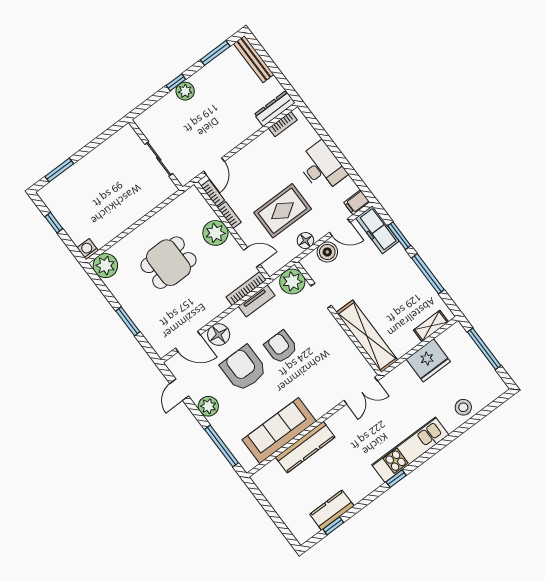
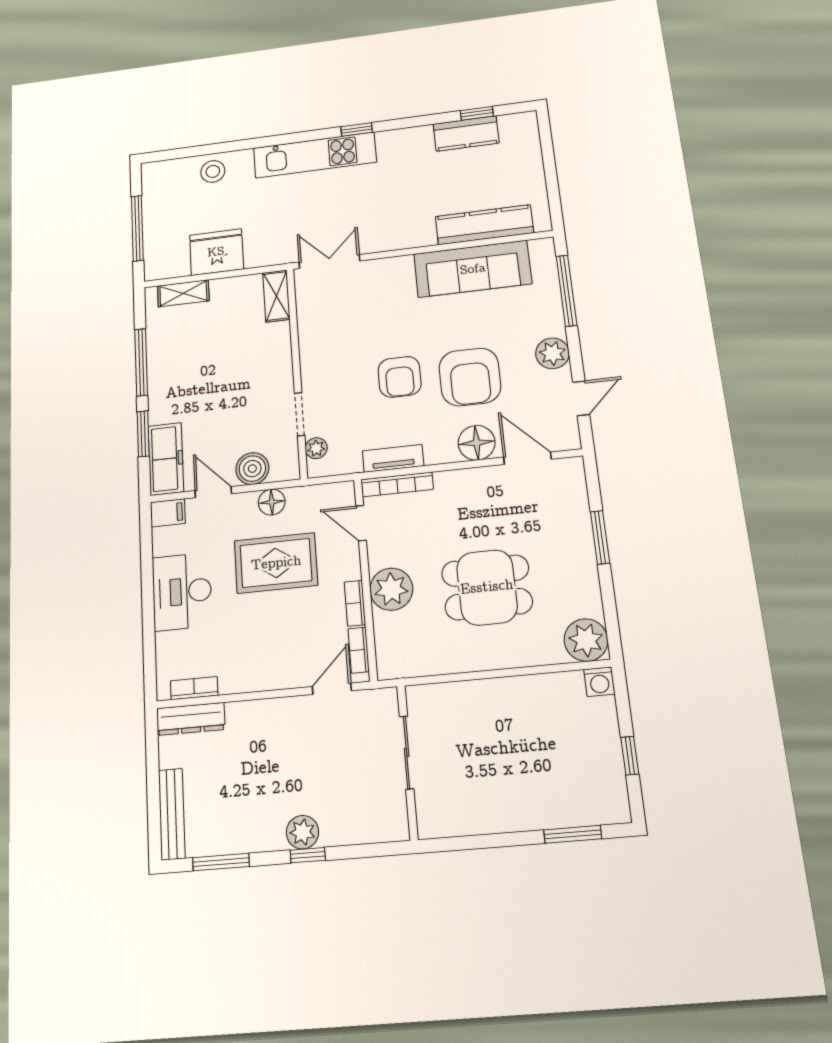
plant: (292, 282) -> (316, 448), width x0.53, depth x0.53
shelving: (367, 336) -> (276, 296), width x0.45, depth x0.75
kitchen counter: (305, 447) -> (484, 225), moved

